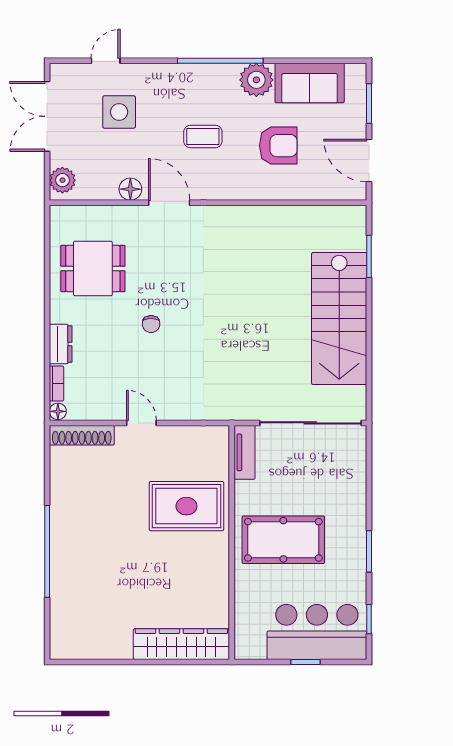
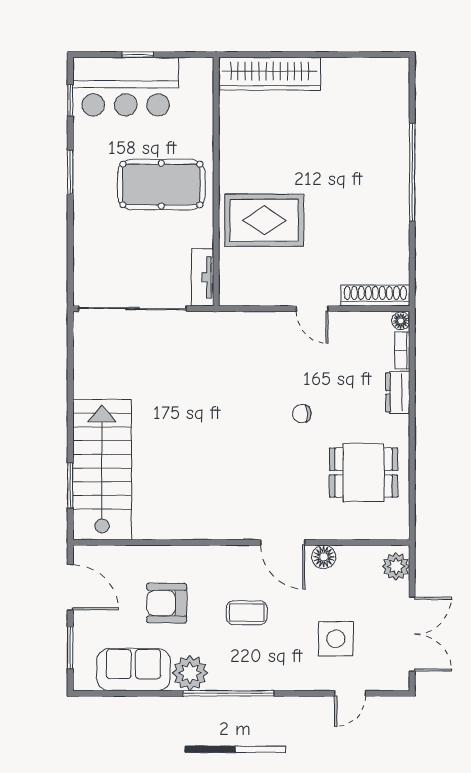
stairs: (339, 318) -> (102, 470), moved
chair: (151, 324) -> (302, 414), turned -90

